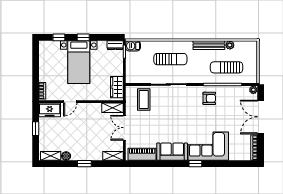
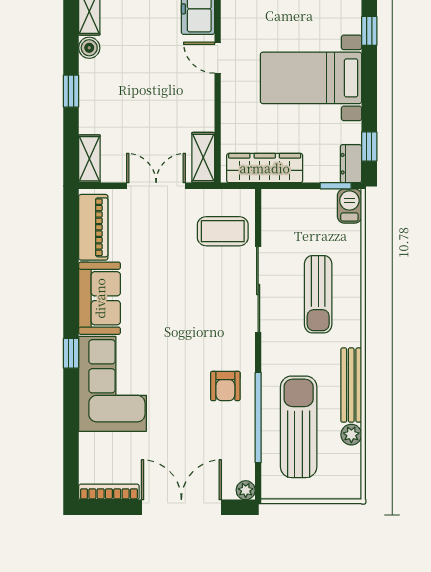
window: (83, 37) -> (369, 146), moved
sun lounger: (226, 67) -> (299, 427), width x1.36, depth x1.34
wardrobe: (117, 87) -> (265, 168), width x1.50

